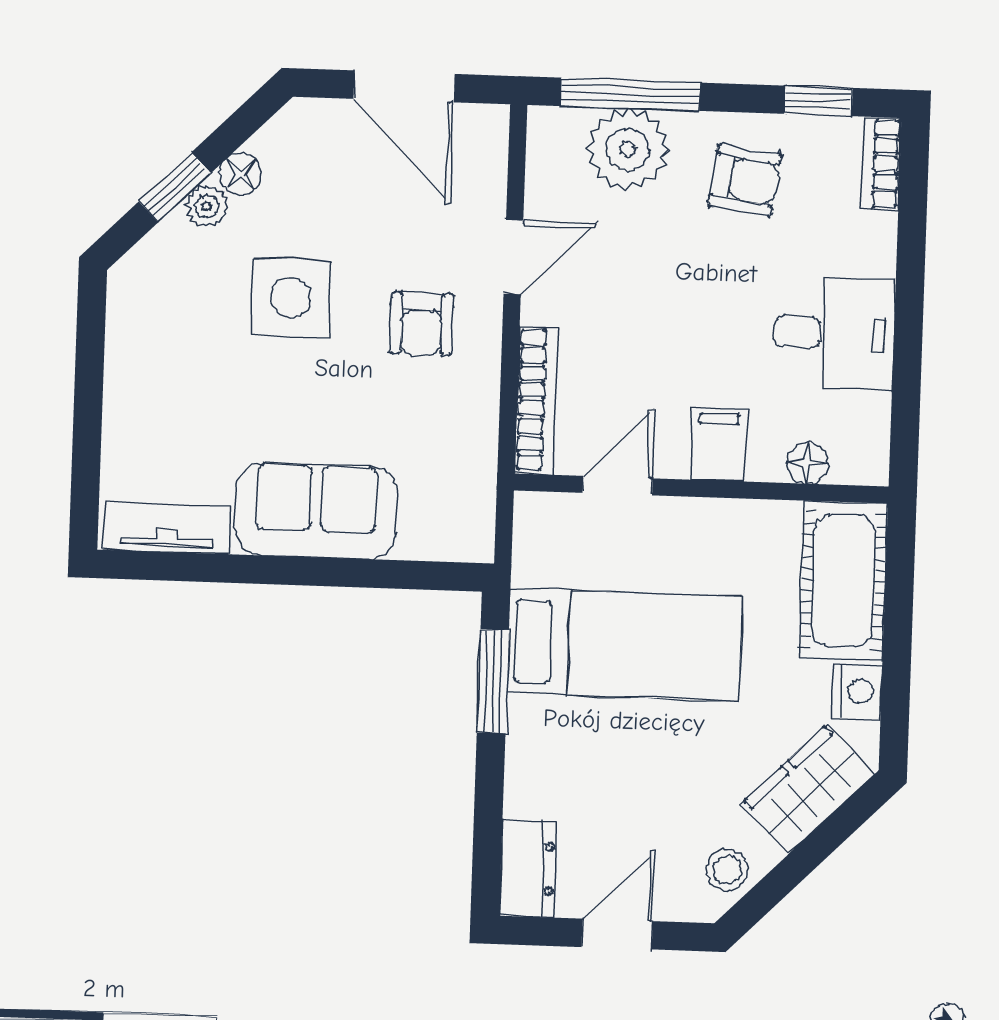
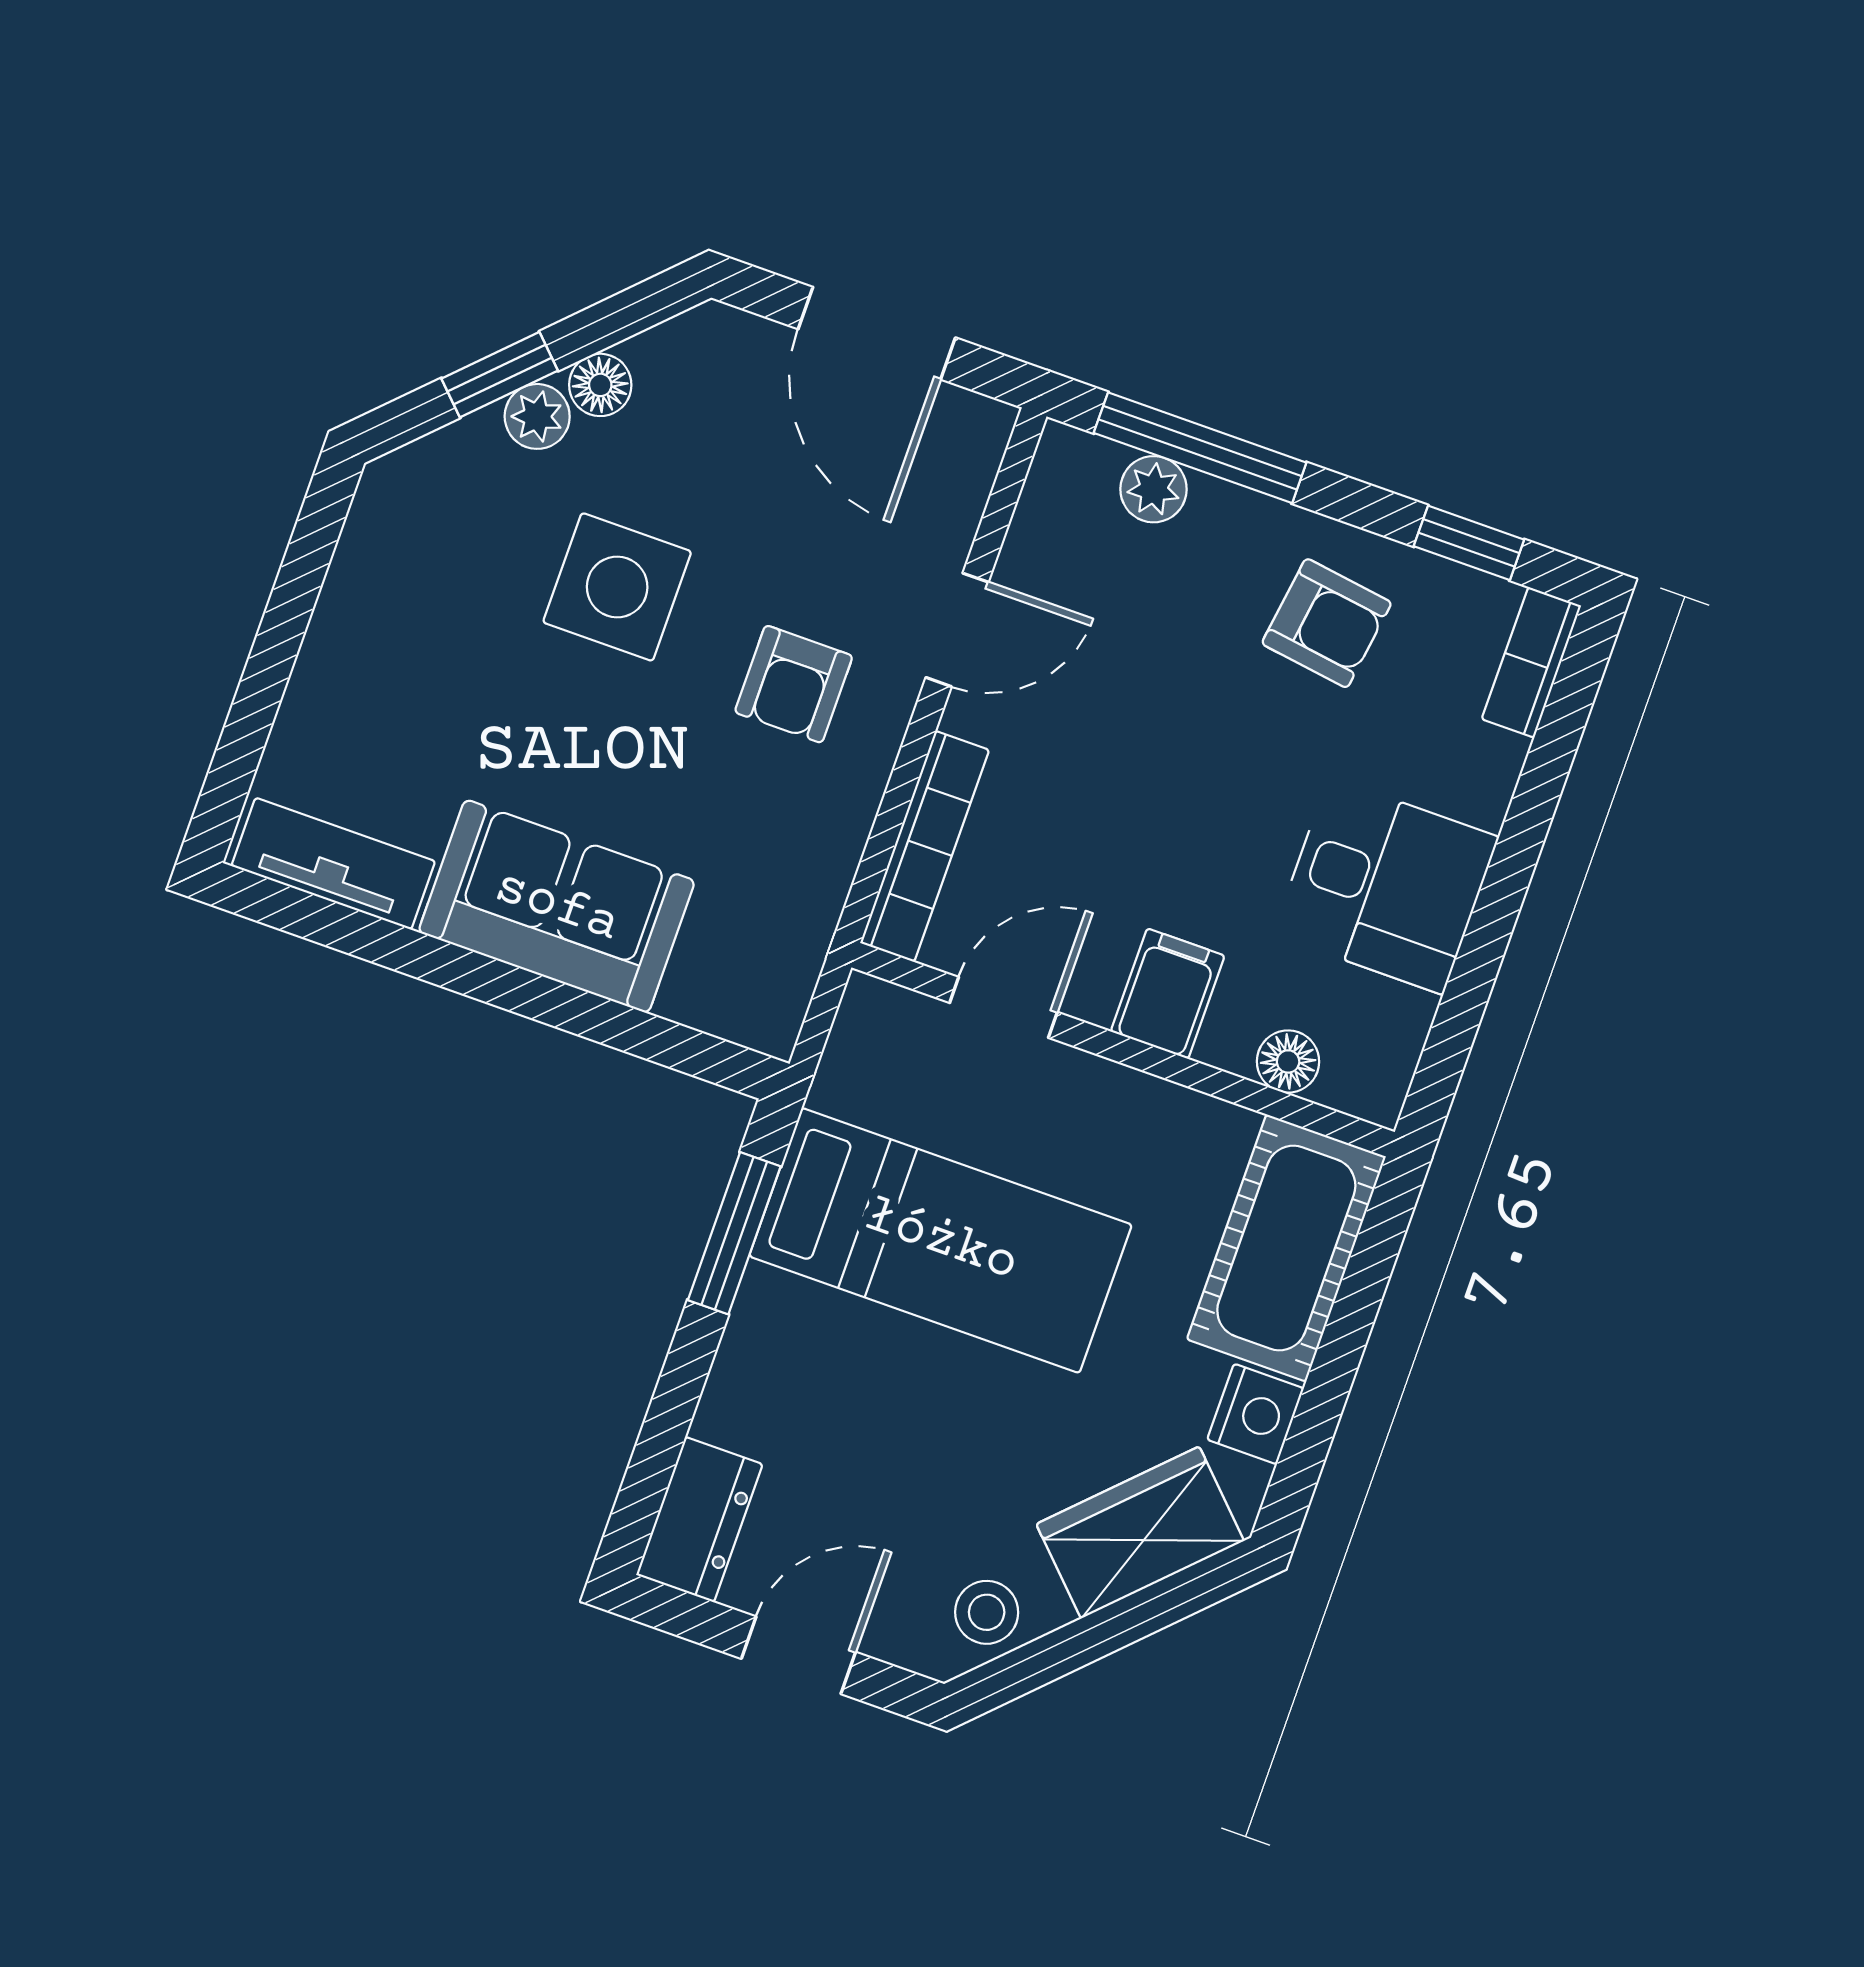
plant: (628, 149) -> (1153, 489), width x0.53, depth x0.53

